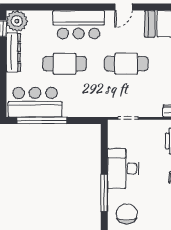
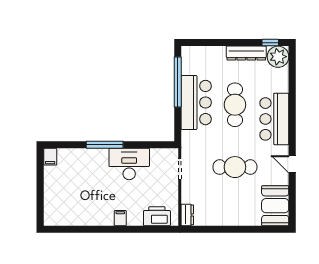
cafe table: (126, 64) -> (235, 167), turned 90
bar counter: (35, 102) -> (196, 103), moved
chair: (127, 214) -> (83, 168), removed

